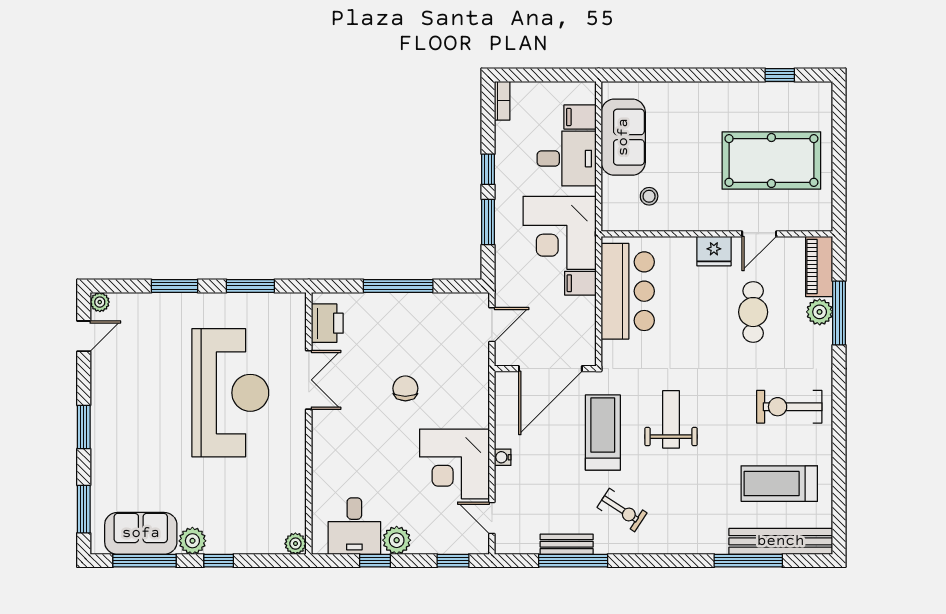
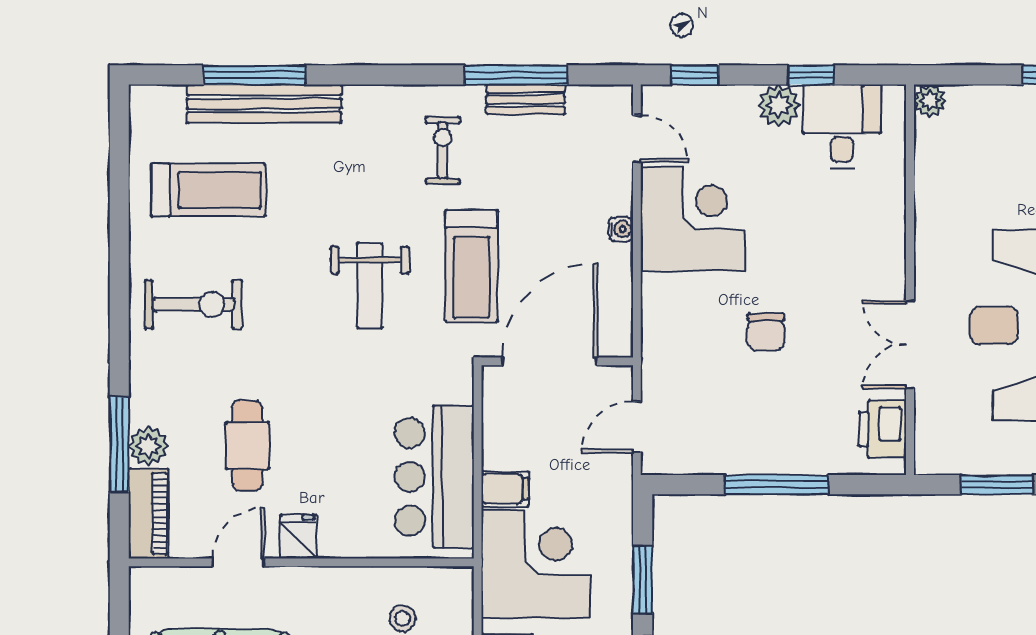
fridge: (714, 251) -> (299, 537), width x0.72
exercise bike: (622, 510) -> (443, 150), turned 57
bench: (781, 541) -> (264, 104), moved

